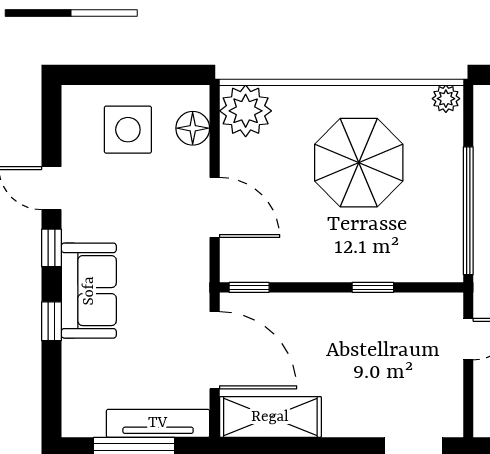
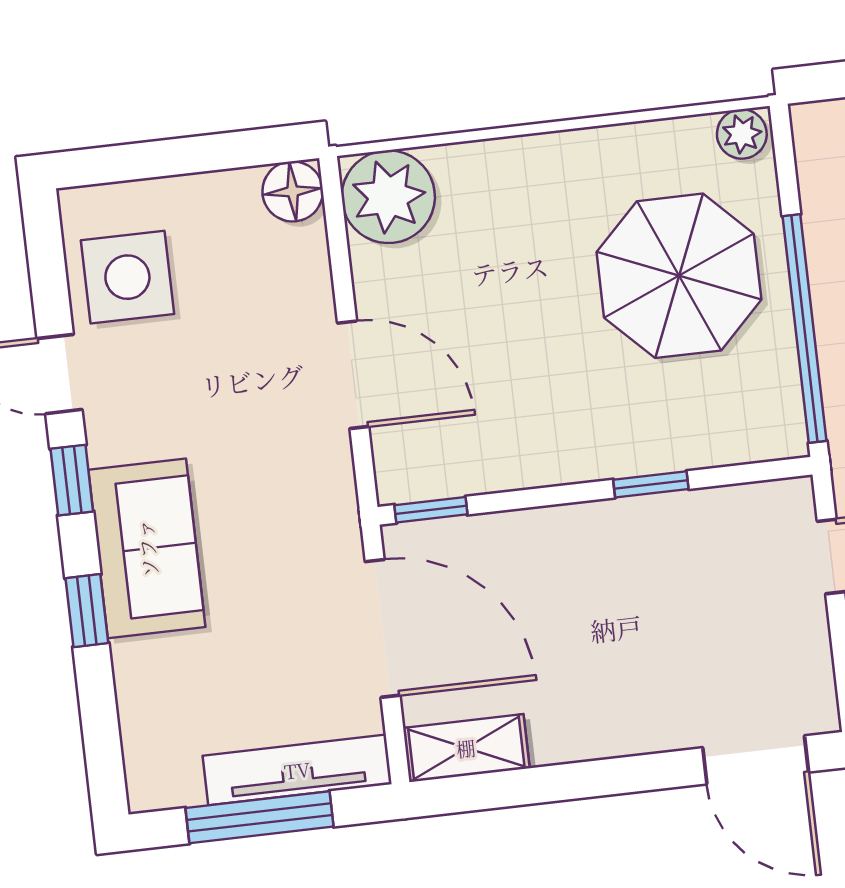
floor lamp: (193, 128) -> (293, 191), moved
side table: (128, 130) -> (127, 277), moved
parasol: (359, 163) -> (679, 276), moved
shelving: (270, 417) -> (466, 748), width x0.67, depth x0.75

